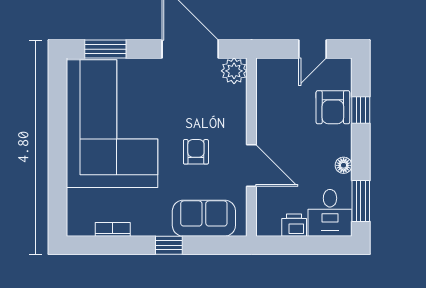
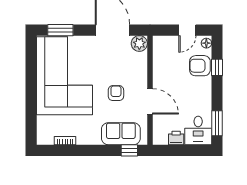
armchair: (333, 107) -> (200, 66), turned 90
floor lamp: (344, 165) -> (206, 43), moved
window: (169, 245) -> (129, 150), moved

